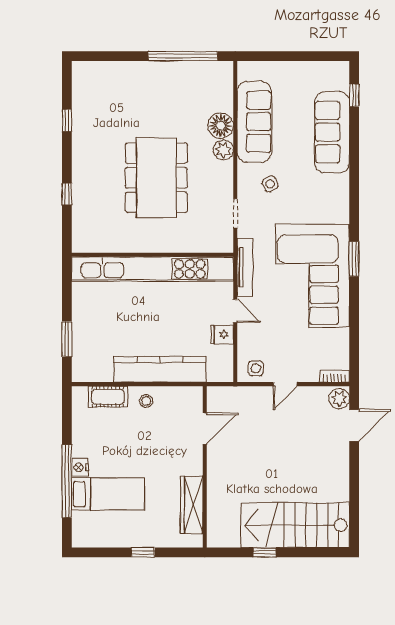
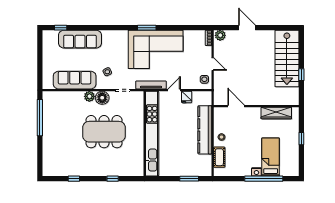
floor lamp: (221, 126) -> (102, 98), moved
door: (354, 425) -> (247, 28), moved

